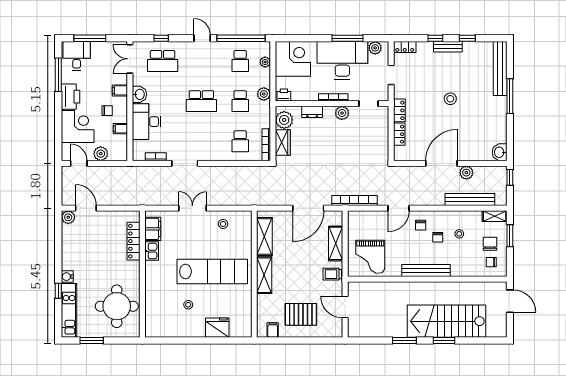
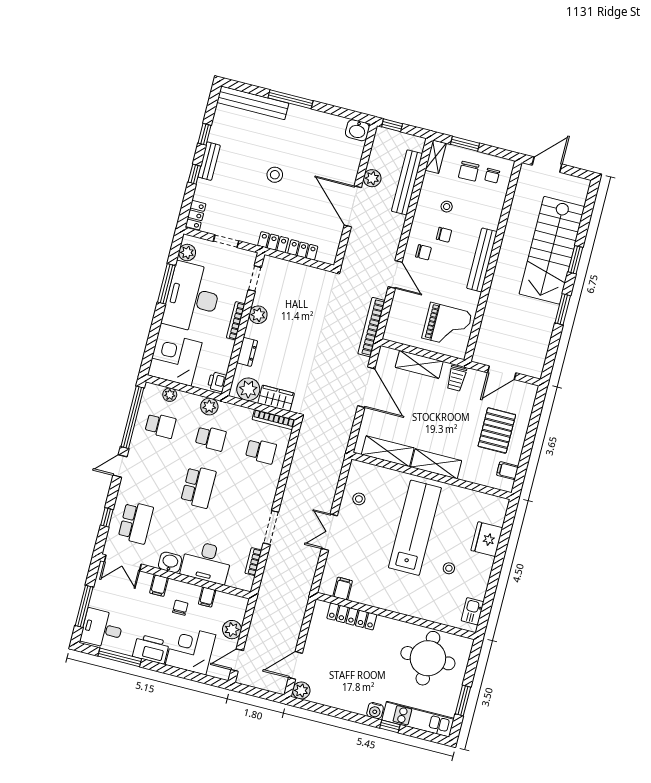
filing cabinet: (153, 229) -> (343, 589), width x0.50
chair: (490, 244) -> (469, 171), turned -91
kitchen sink: (152, 251) -> (472, 611), moved, turned -90

